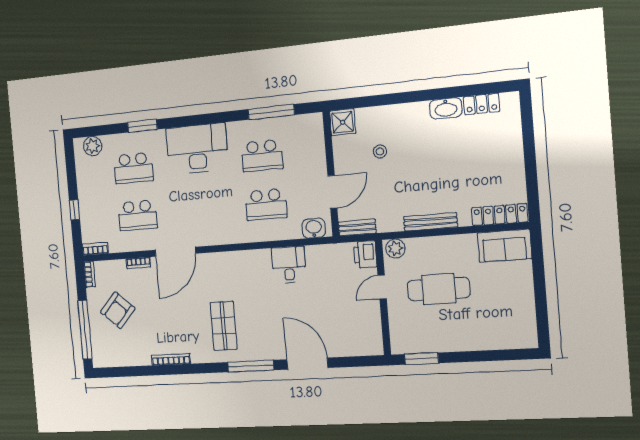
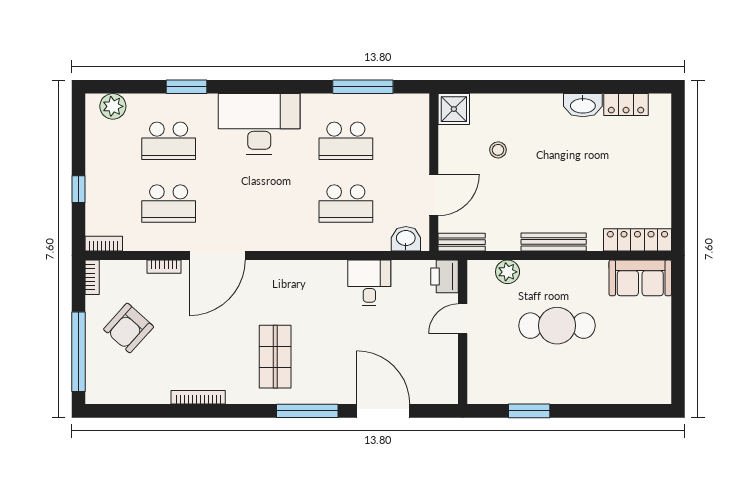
printer: (365, 254) -> (445, 276), moved
door: (382, 287) -> (463, 319), moved
wall: (383, 298) -> (463, 332), moved

